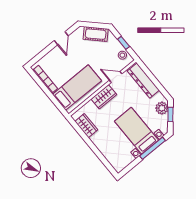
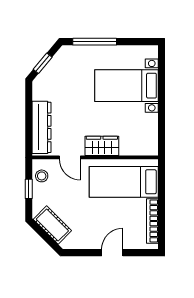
door: (61, 38) -> (112, 253), moved
plant: (162, 108) -> (46, 79), removed
wardrobe: (86, 126) -> (149, 130), removed
bed with nightstands: (136, 131) -> (126, 86), moved, turned 90

